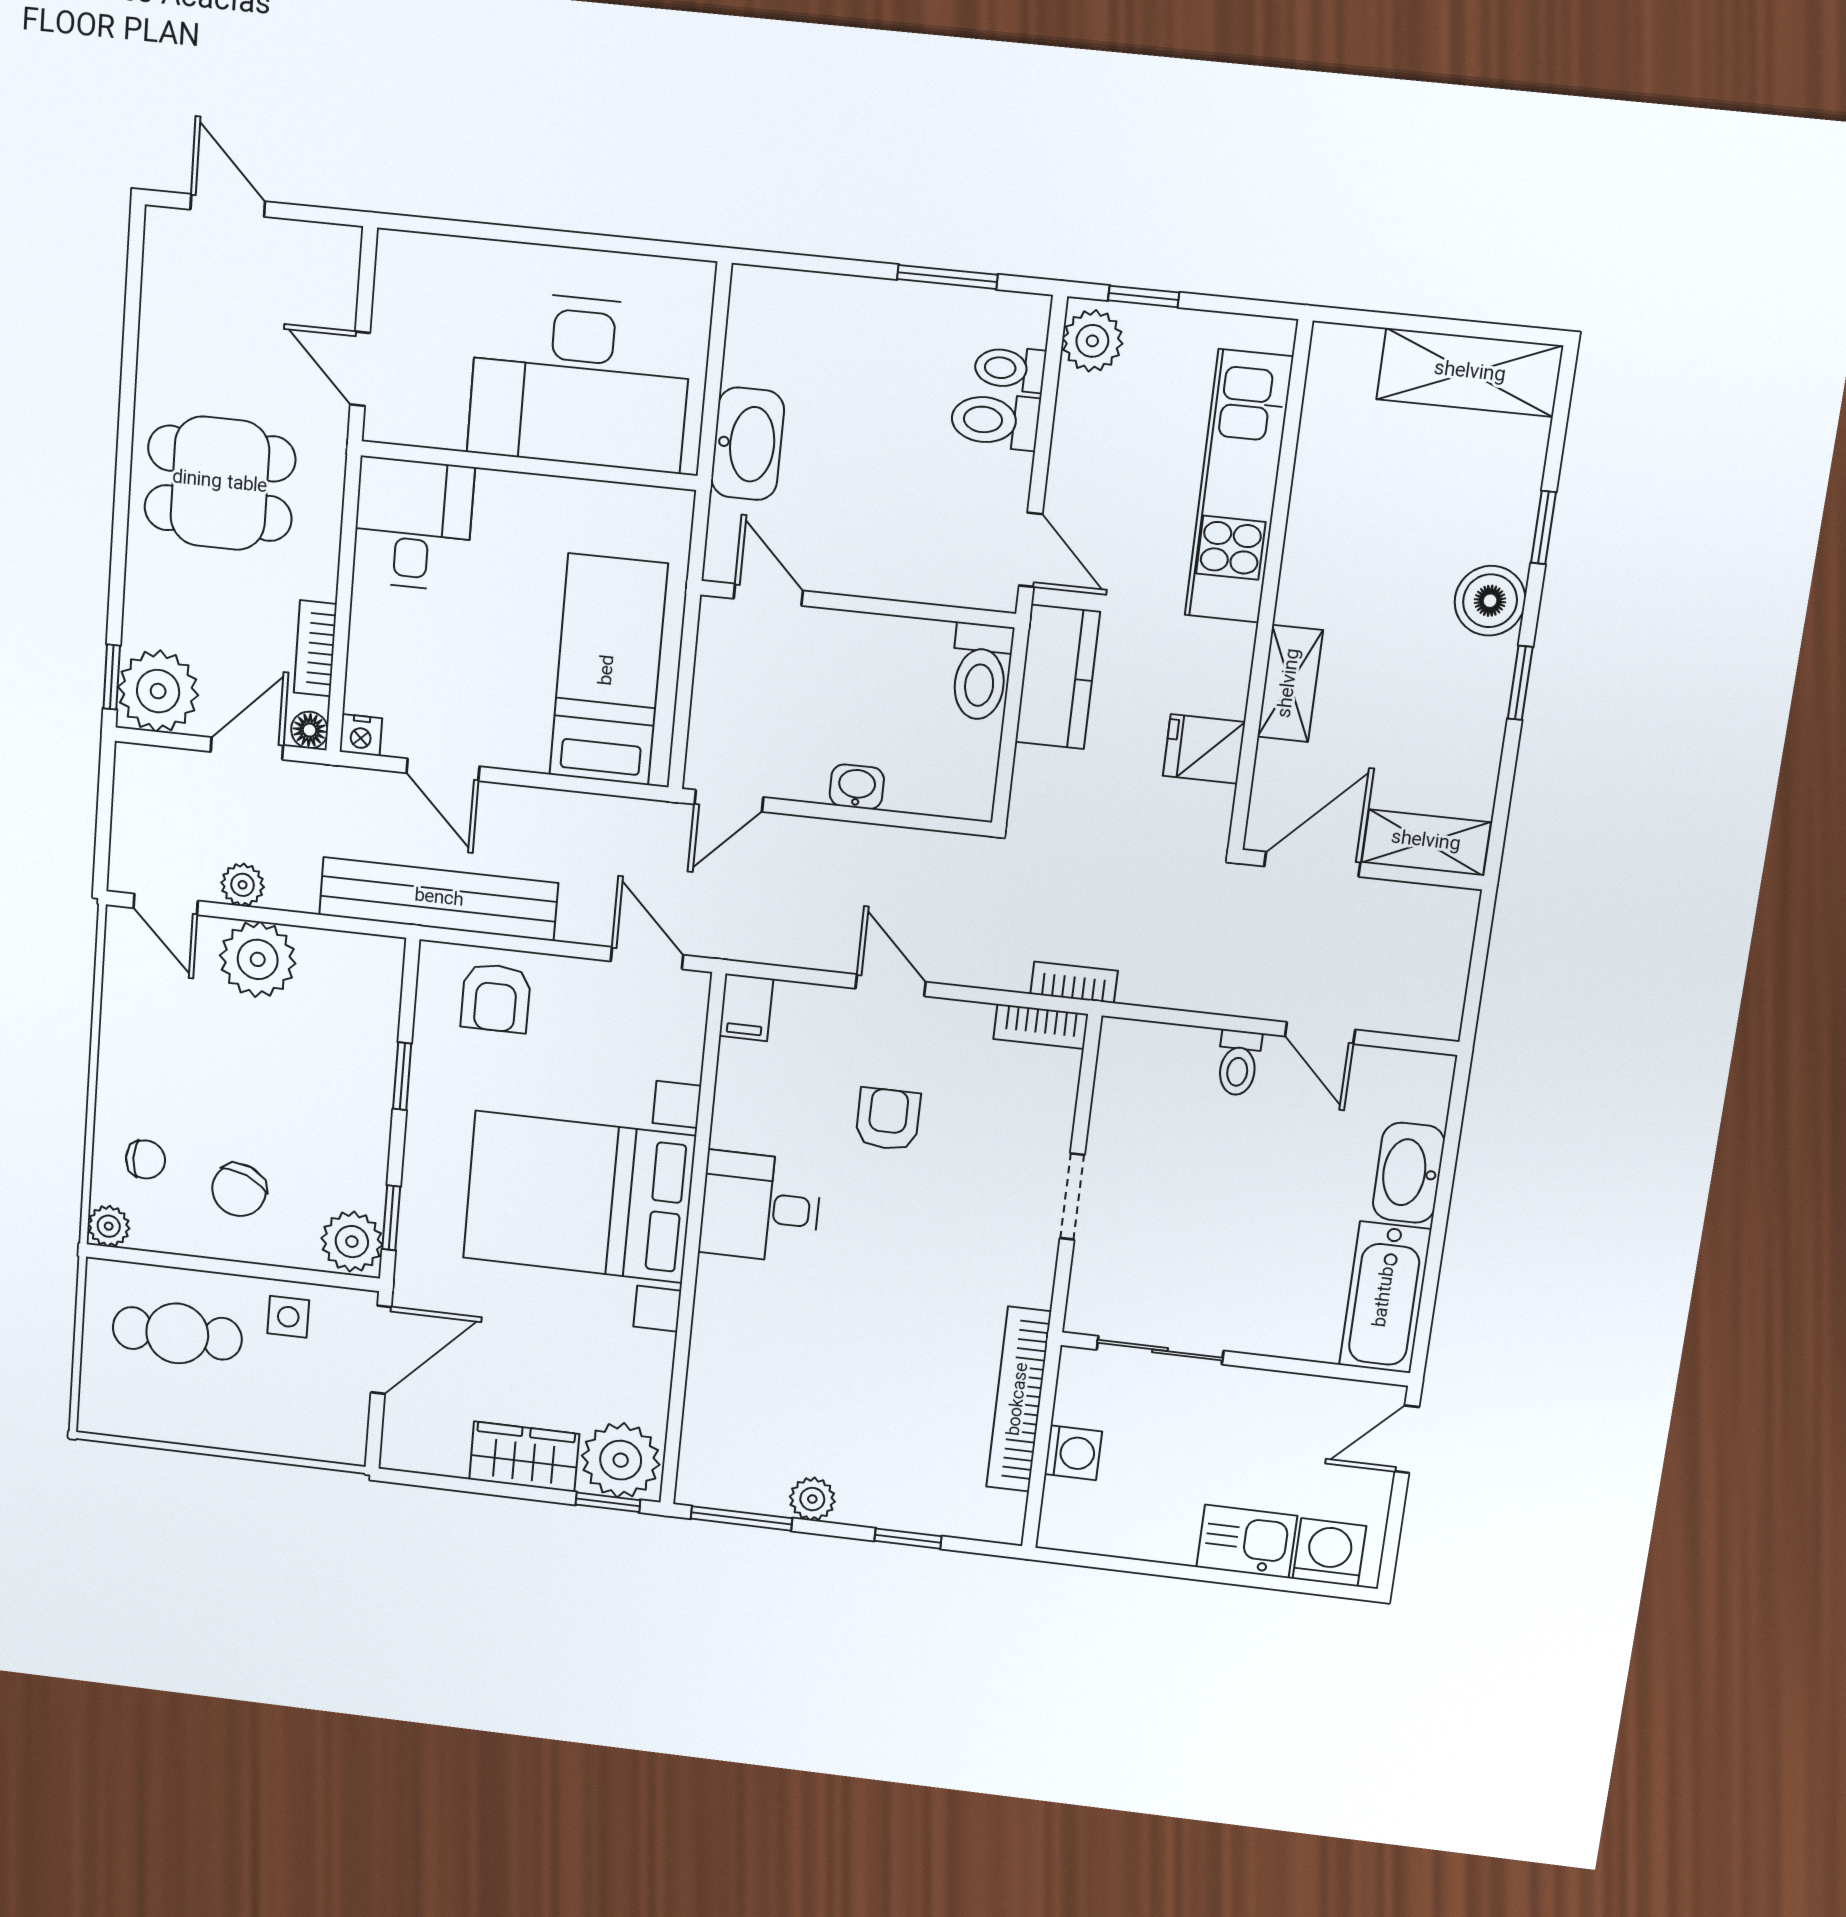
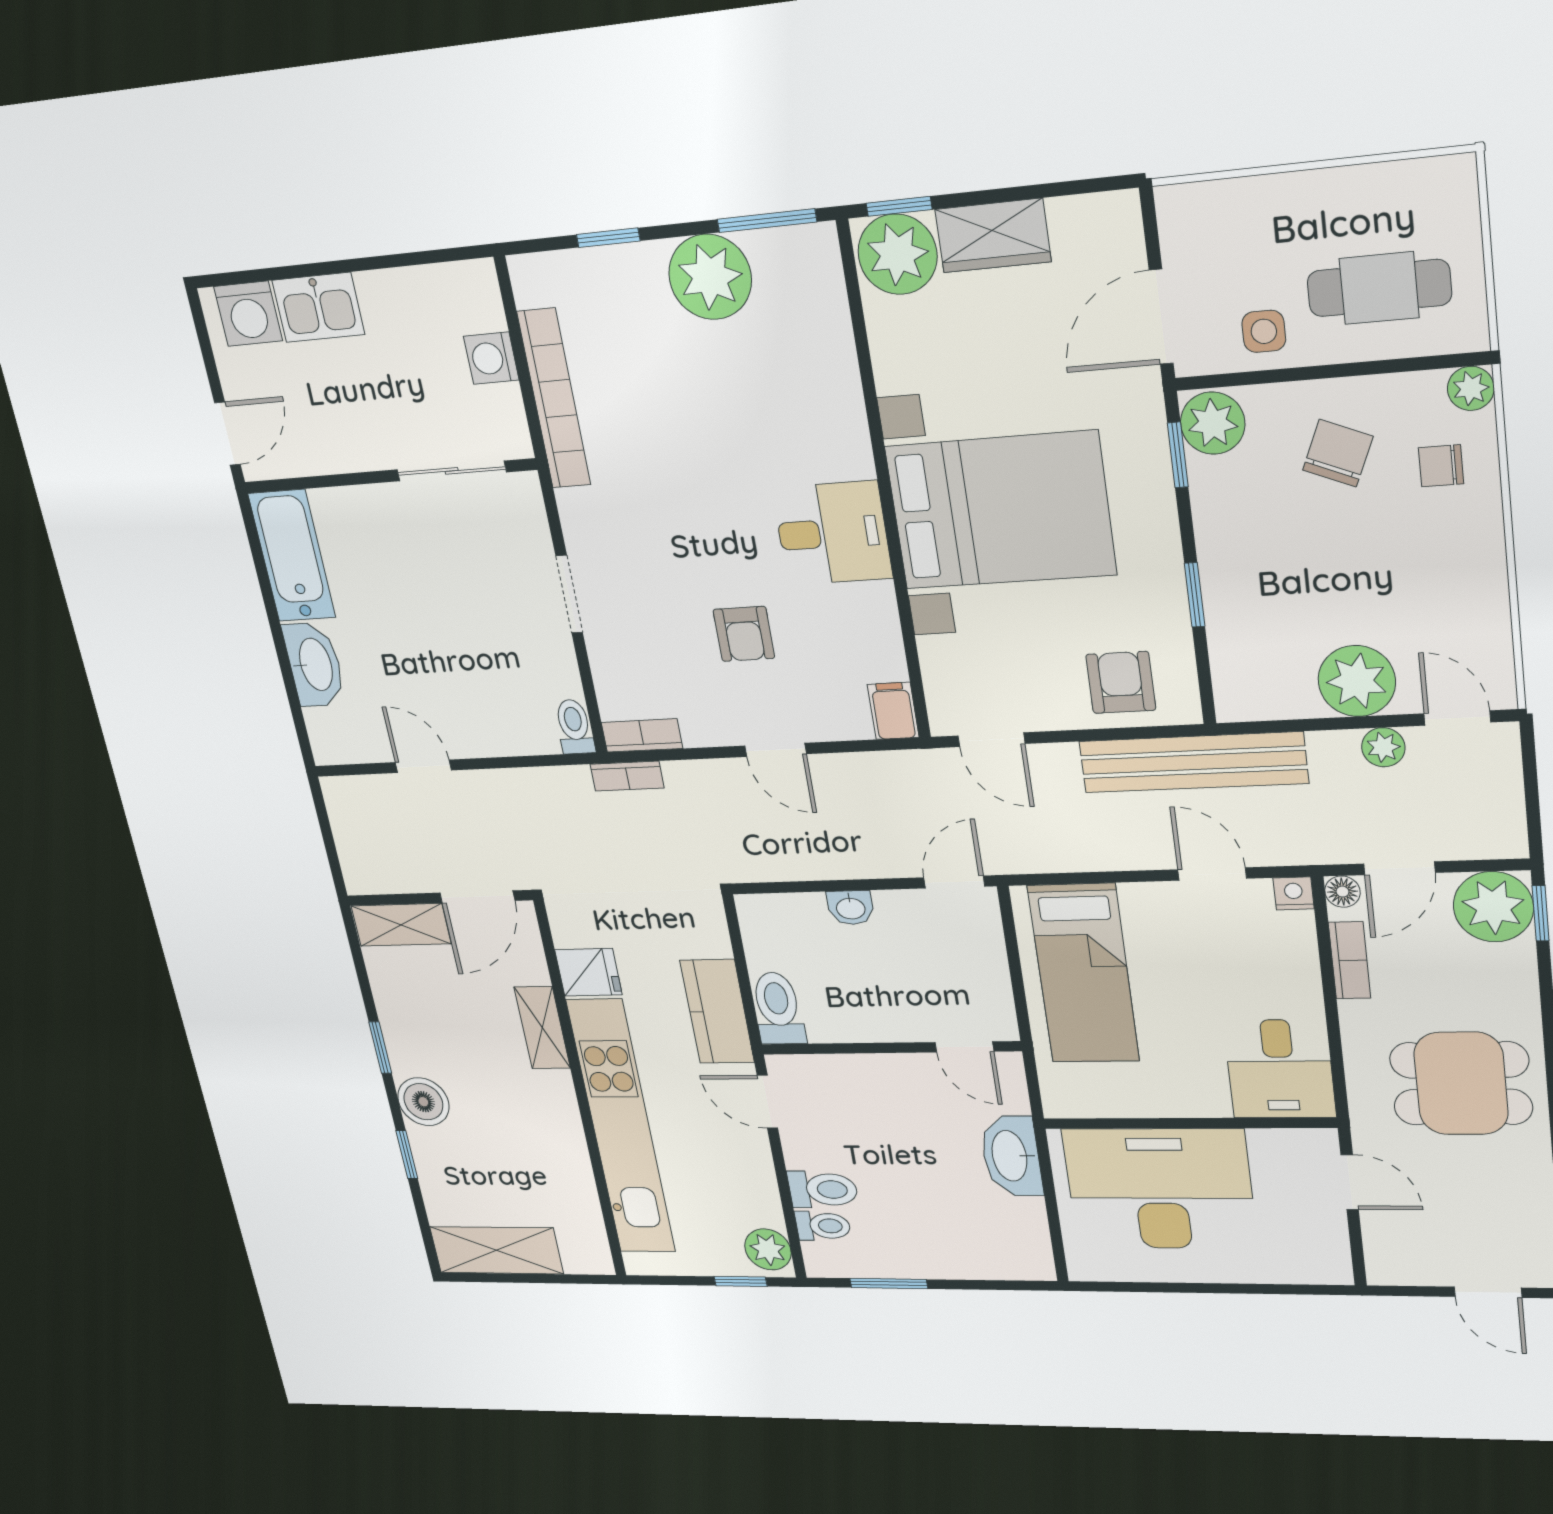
kitchen unit: (1239, 487) -> (621, 1127), width x1.36
toilet: (1238, 1063) -> (574, 727), moved
plant: (812, 1499) -> (710, 277), width x1.87, depth x1.87

